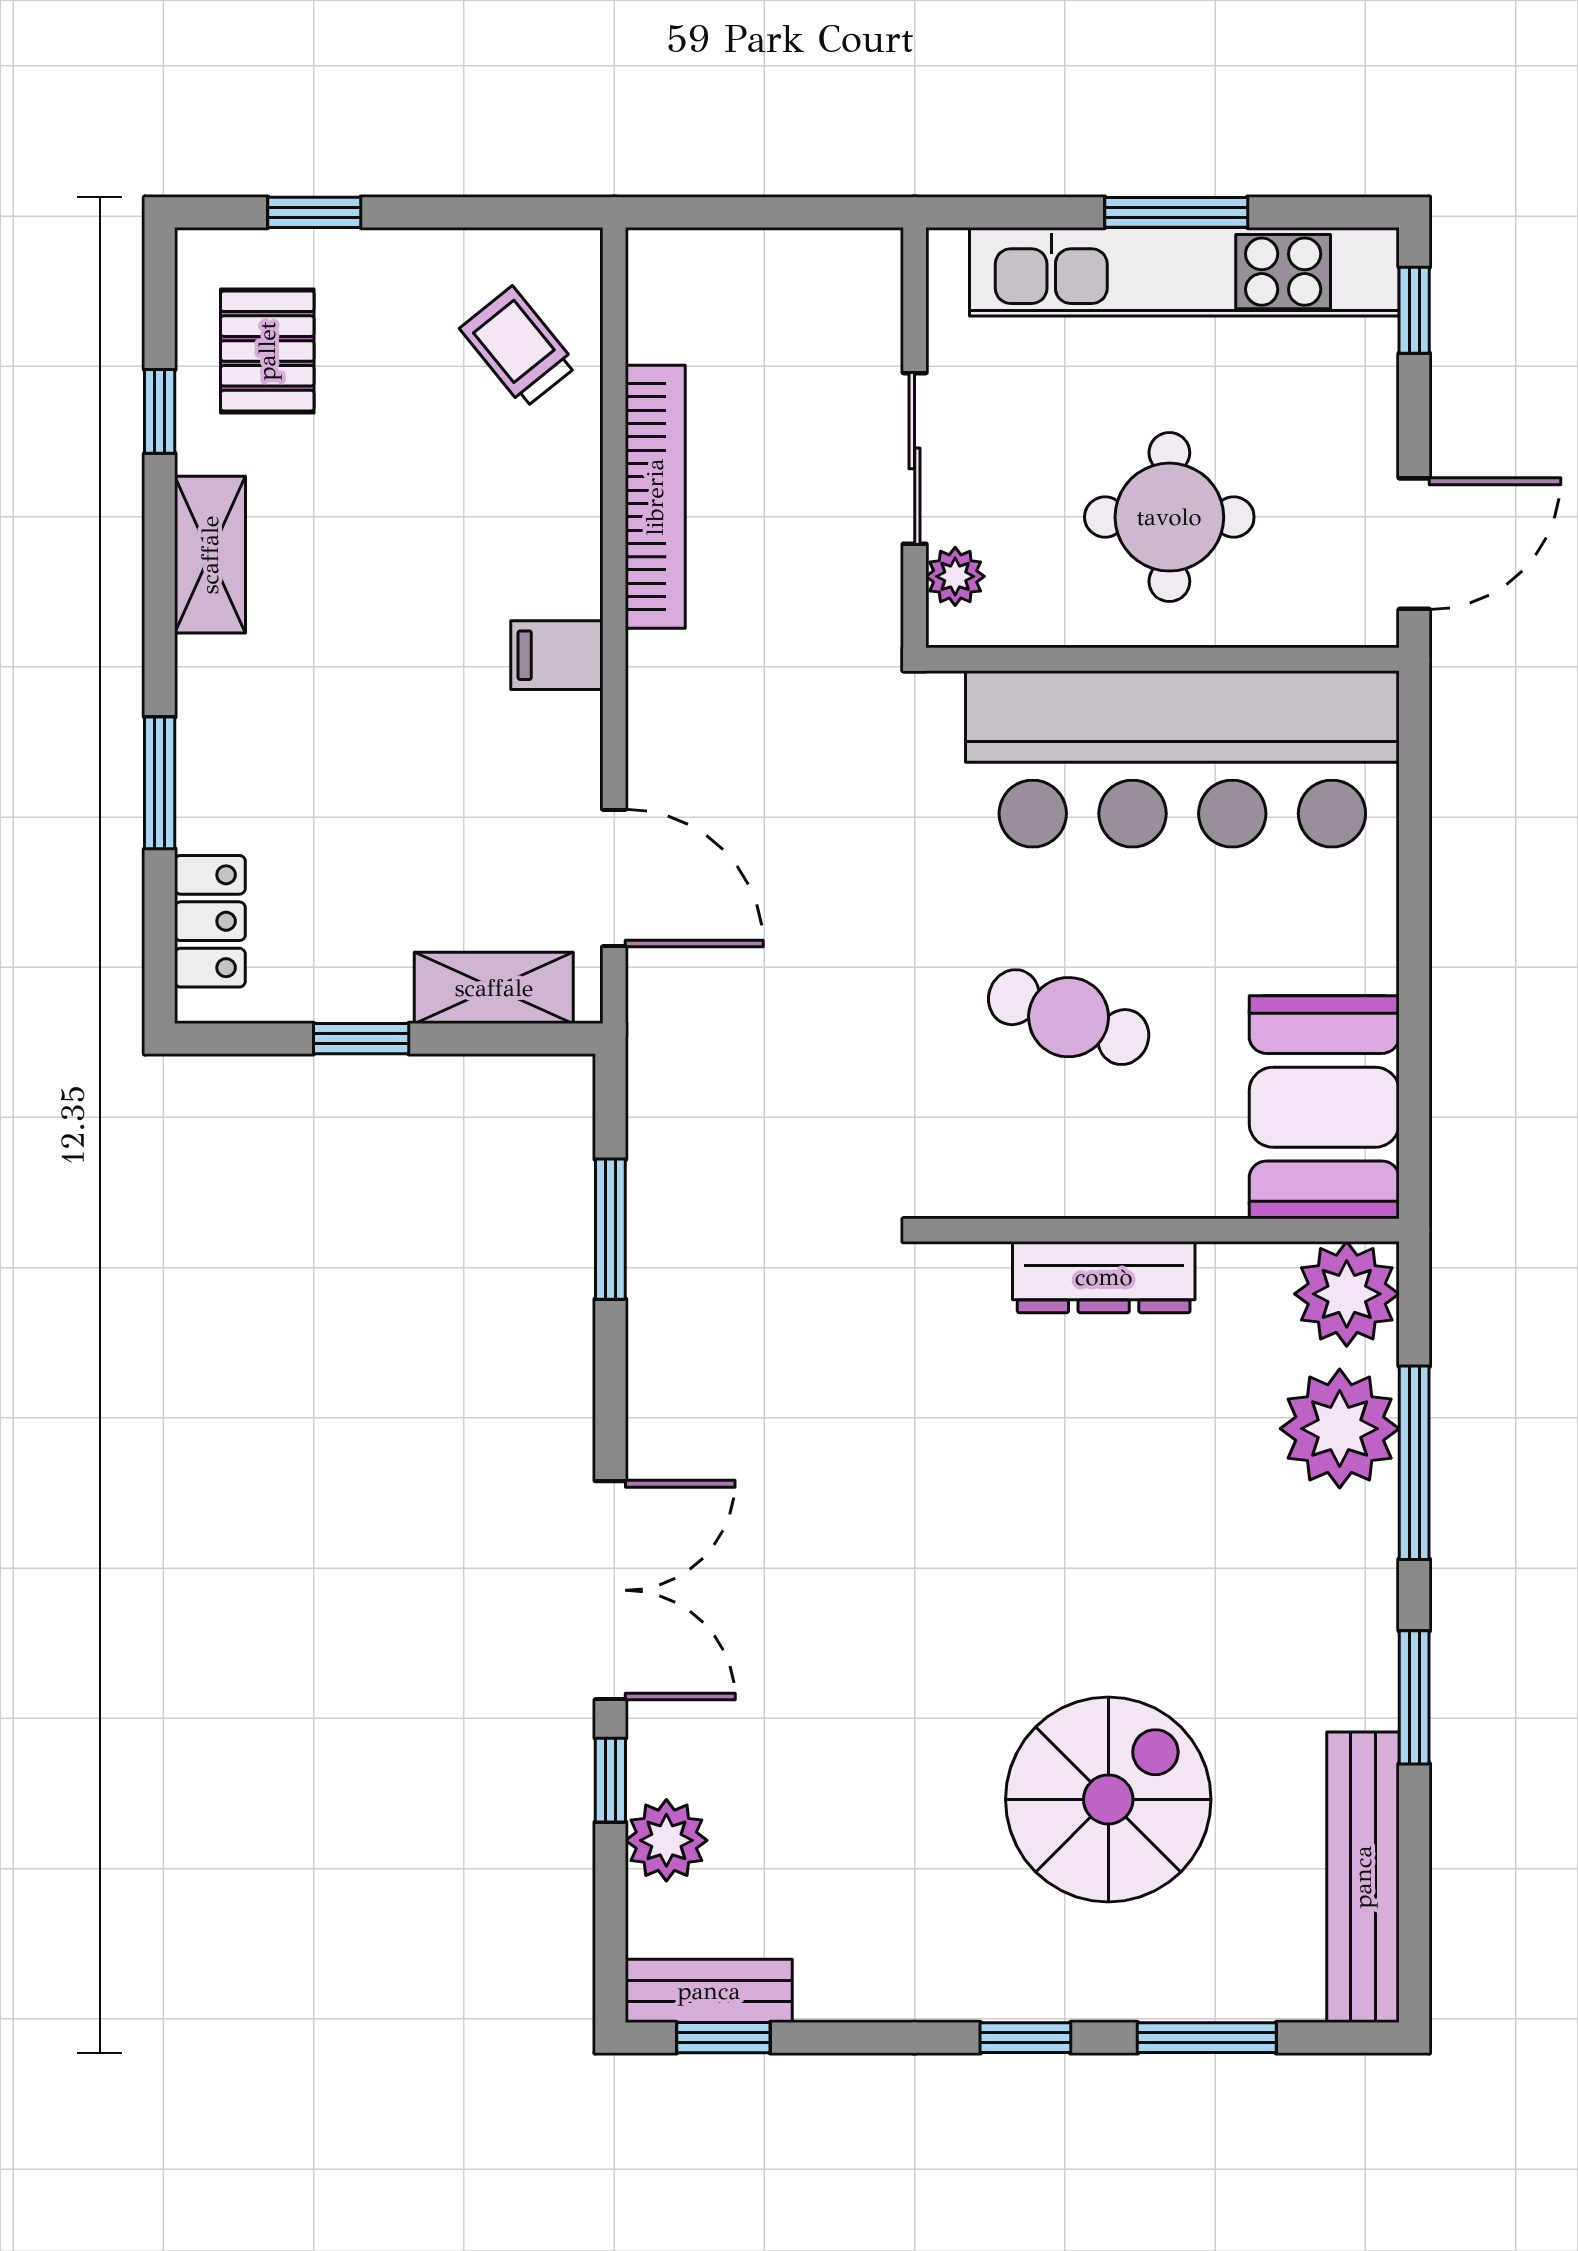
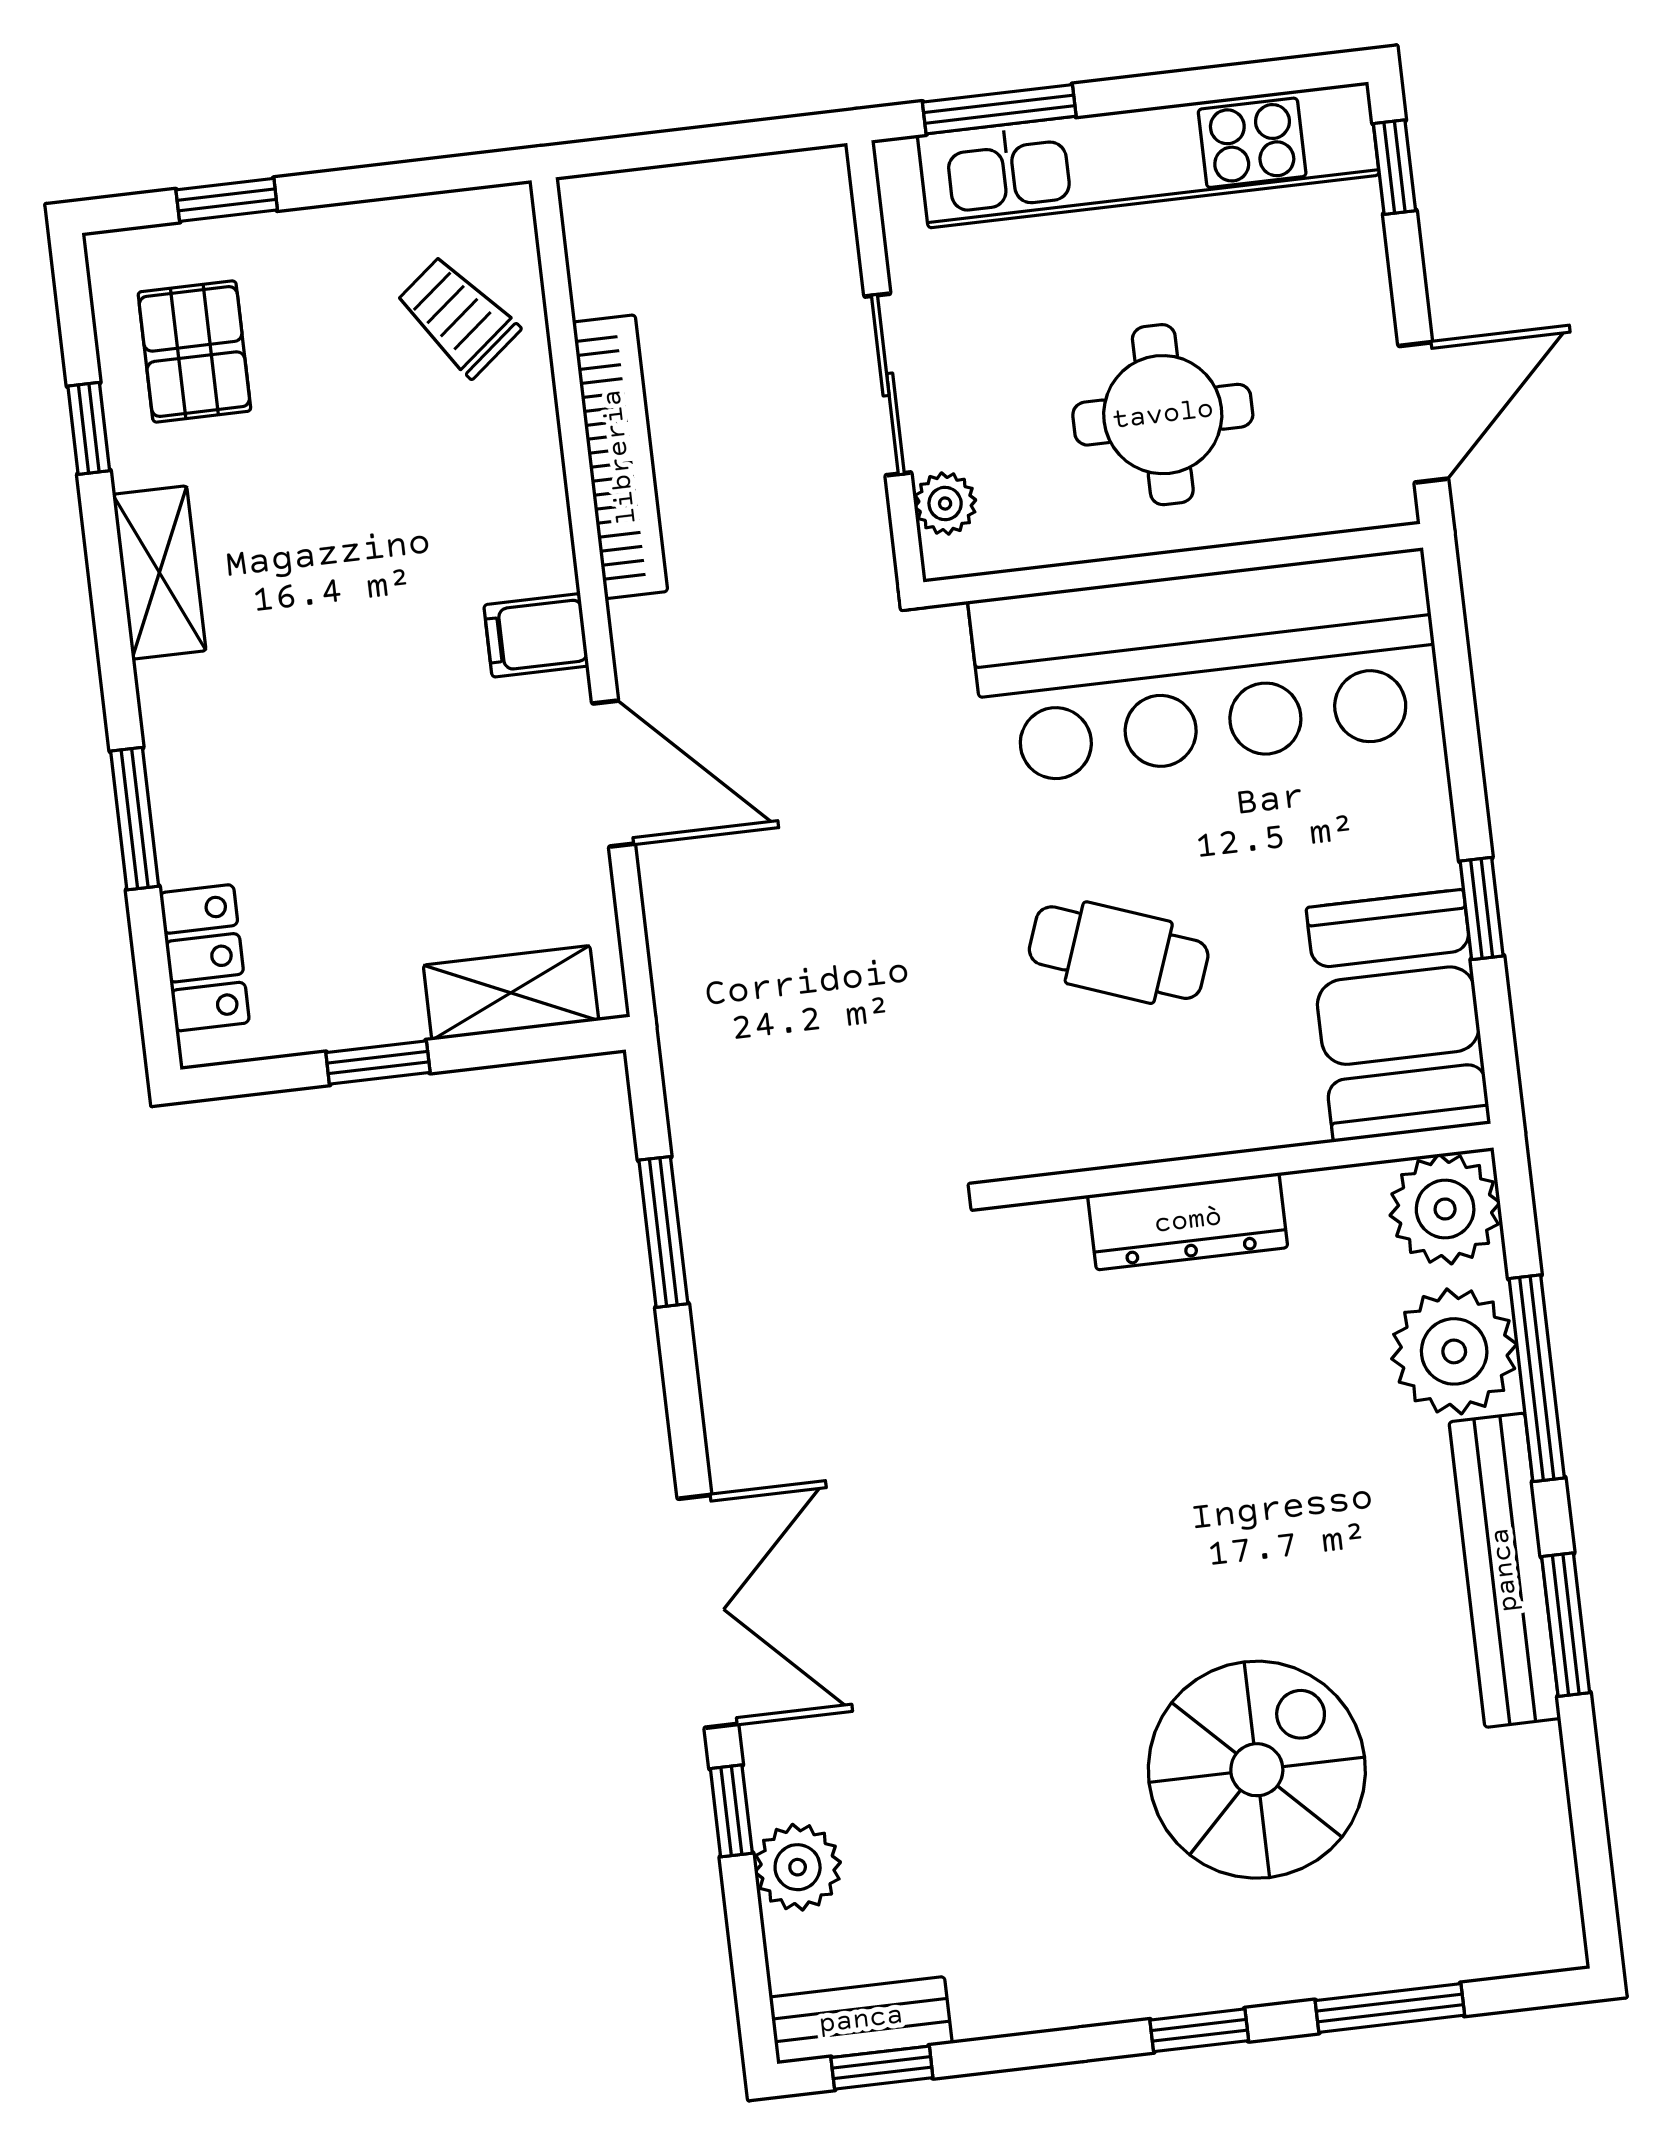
window: (1176, 212) -> (999, 109), moved
door: (614, 878) -> (613, 774), moved
window: (1414, 1016) -> (1482, 909), added
bench: (1363, 1877) -> (1505, 1570), moved

